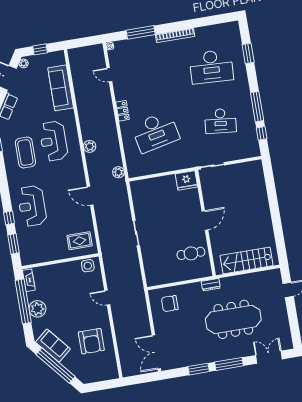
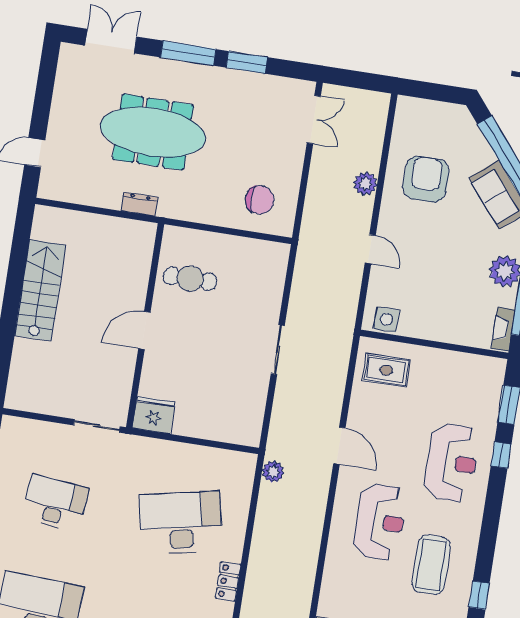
reception desk: (54, 141) -> (380, 522), moved
plant: (90, 146) -> (365, 184), moved
stairs: (247, 261) -> (40, 290), moved, turned -90
dresser: (211, 285) -> (139, 204), moved
double door: (156, 352) -> (314, 120), width x0.73
double door: (269, 357) -> (111, 41), swing flipped

